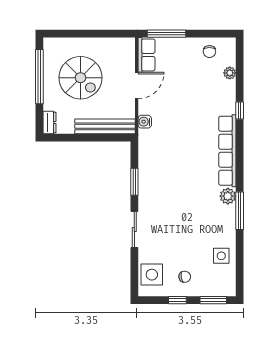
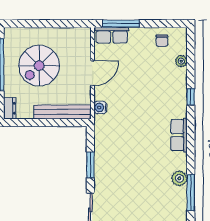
row of seats: (146, 55) -> (112, 35), moved, turned 90
spiral stairs: (81, 78) -> (39, 66), turned 90
row of seats: (227, 151) -> (179, 135), width x0.50

